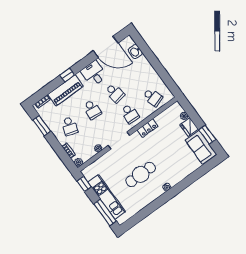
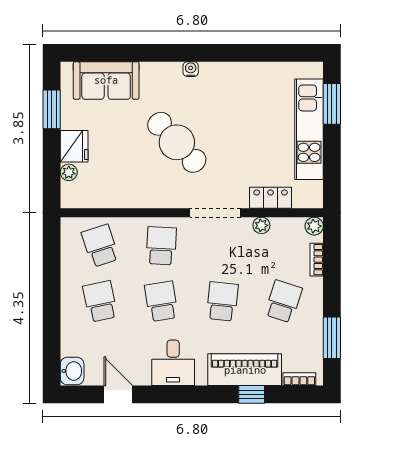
door: (106, 47) -> (118, 394), width x0.53
washbasin: (135, 52) -> (72, 371), moved
window: (67, 75) -> (252, 394), moved
school desk: (138, 77) -> (100, 301), added
locker: (147, 128) -> (271, 198), moved
sofa: (201, 147) -> (106, 80), moved, turned 90
cafe table: (141, 174) -> (177, 142), moved, turned 47
window: (84, 184) -> (332, 181), removed
window: (105, 212) -> (332, 104), width x0.69

